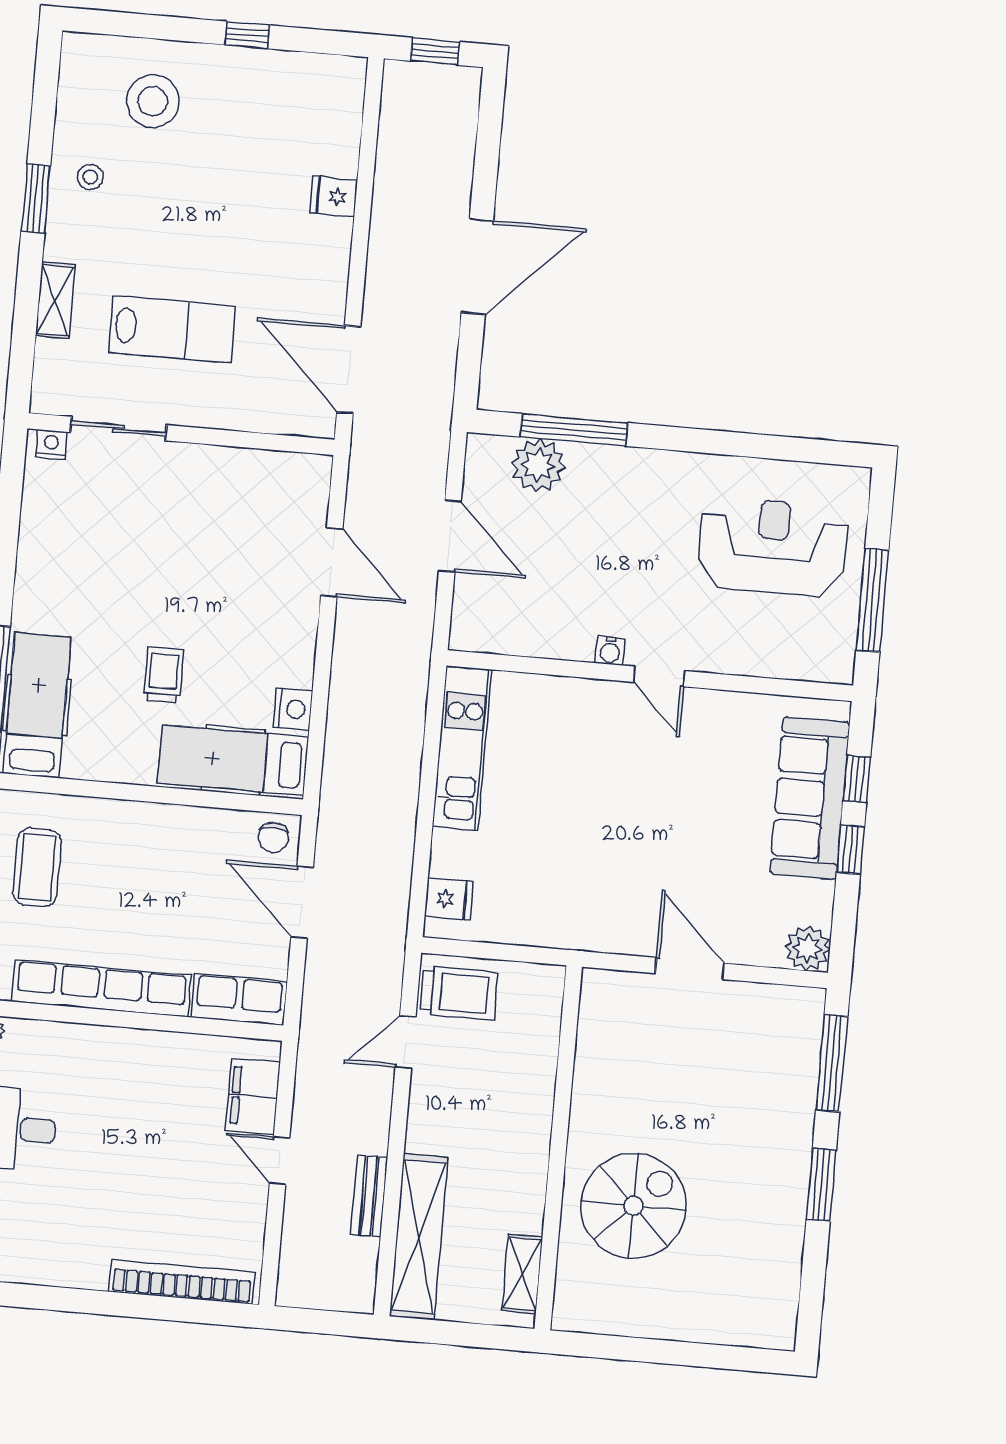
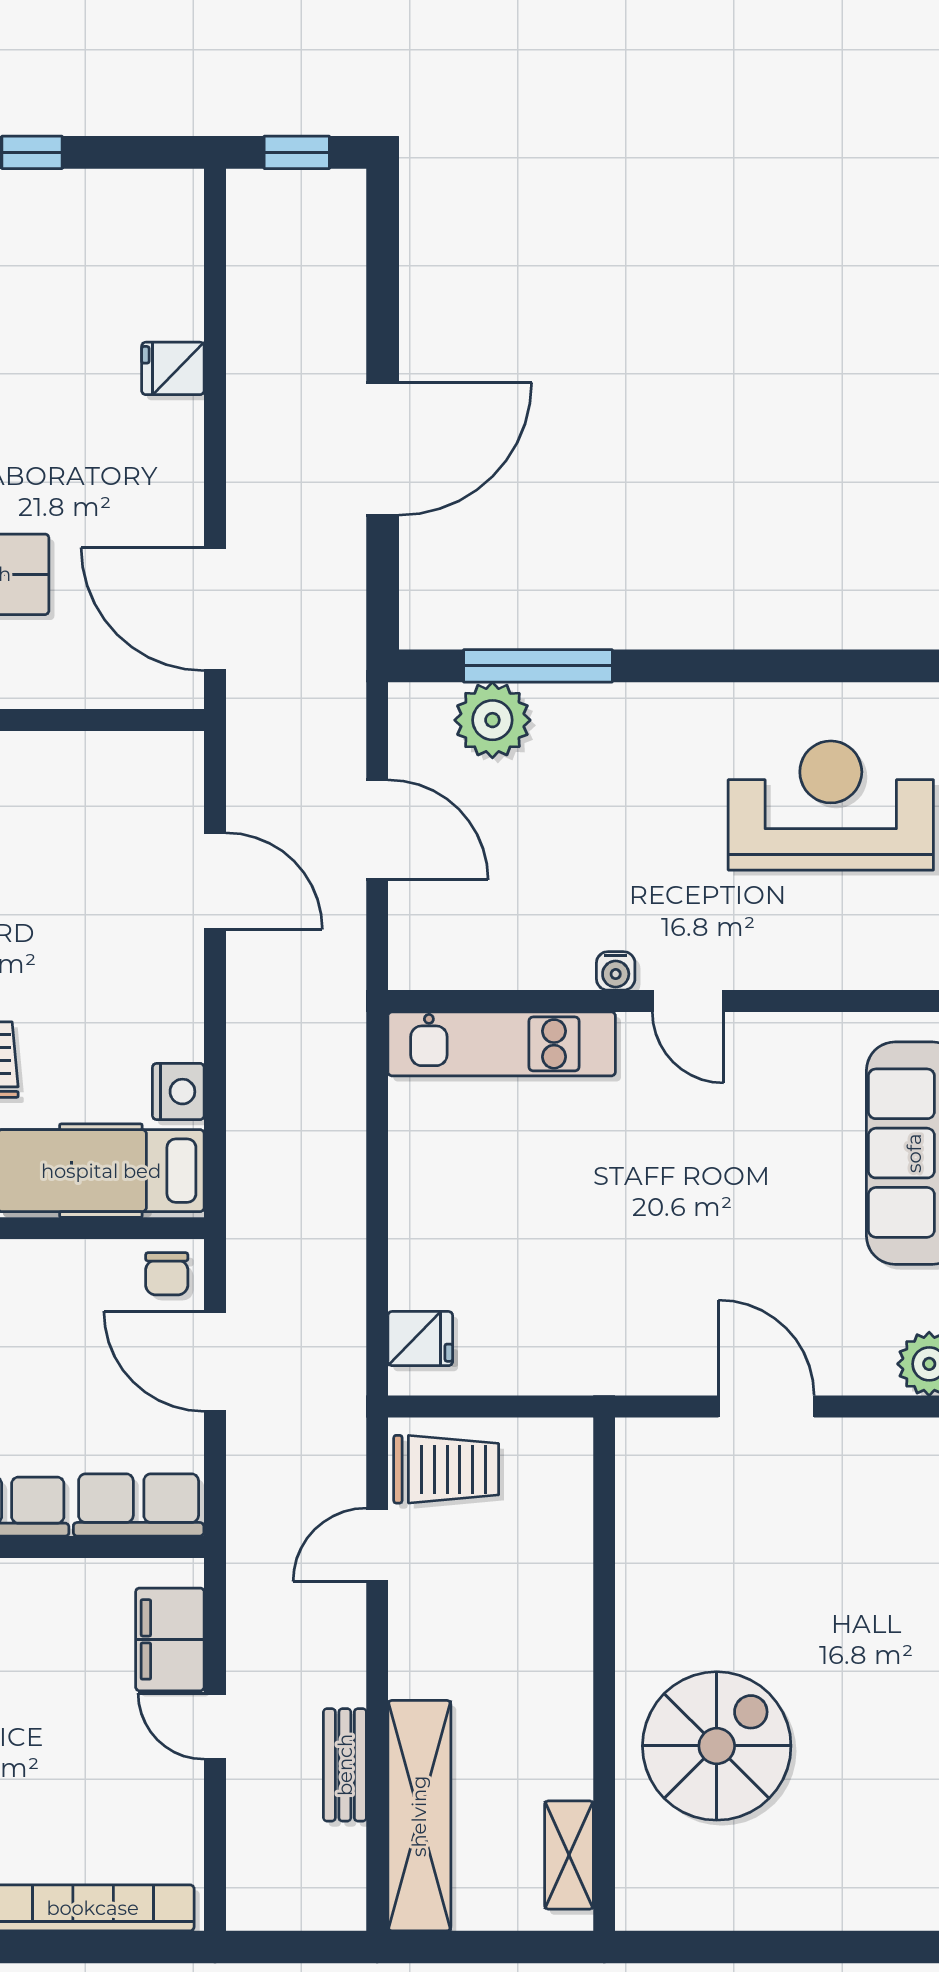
kitchen unit: (462, 748) -> (502, 1044), moved, turned 90

